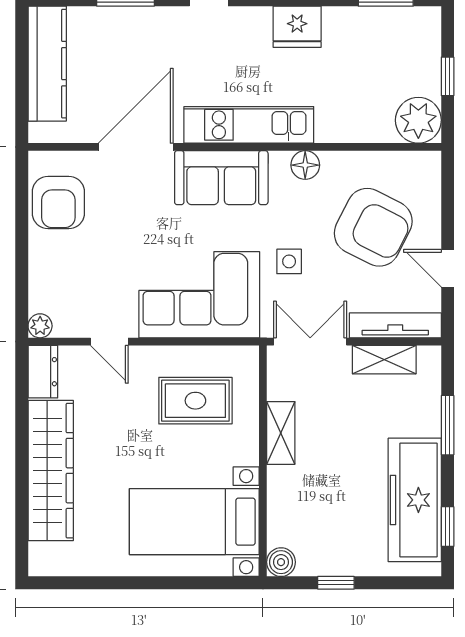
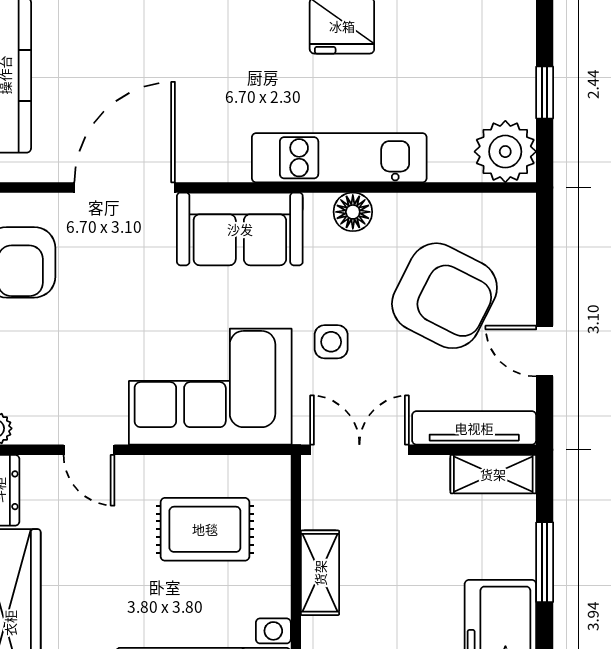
kitchen unit: (249, 125) -> (339, 158), moved
shelving: (384, 360) -> (493, 474), moved

